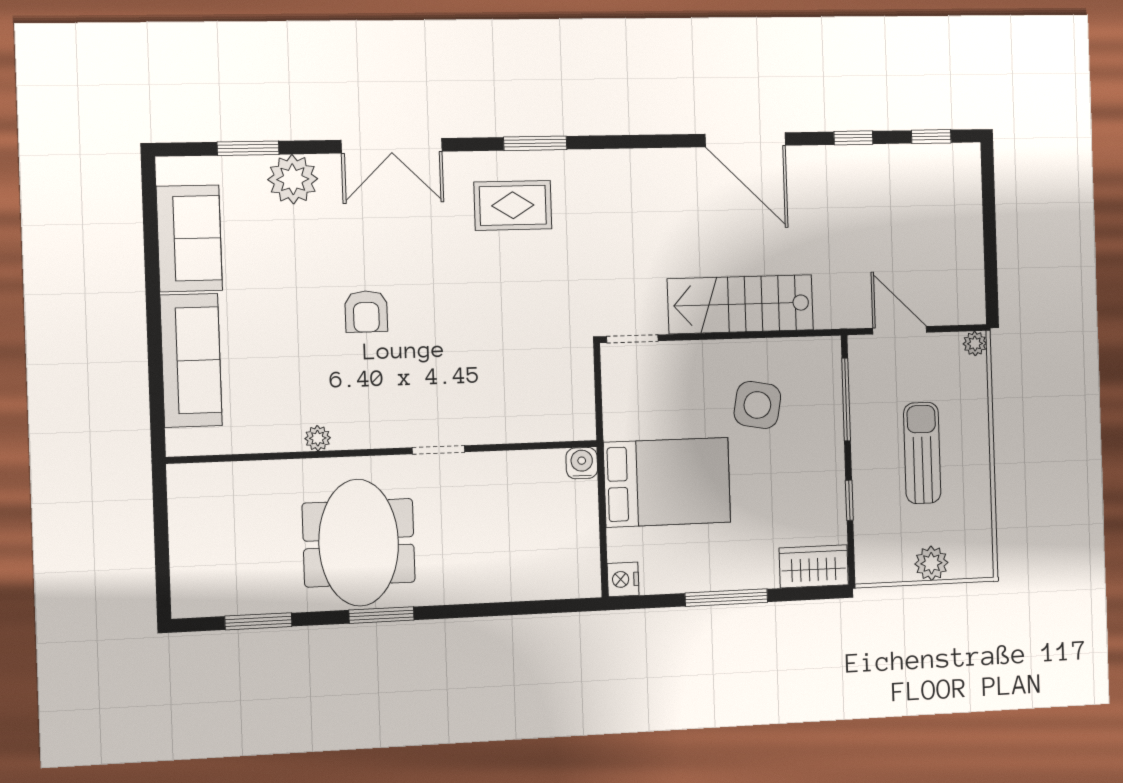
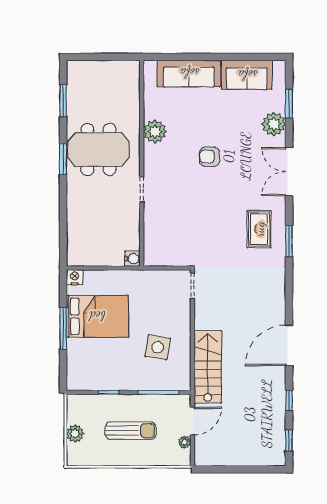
stairs: (740, 304) -> (208, 367), moved
plant: (975, 344) -> (185, 442), moved
plant: (318, 438) -> (155, 132), width x1.87, depth x1.87
bed: (667, 482) -> (97, 316), moved, turned -90
wardrobe: (814, 566) -> (76, 373), removed

